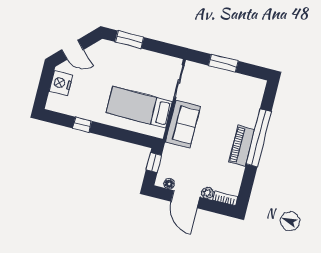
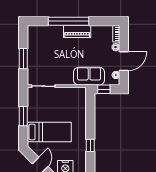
window: (129, 39) -> (23, 116), moved
bed: (139, 107) -> (49, 132), moved, turned -90
sofa: (183, 124) -> (89, 76), moved

